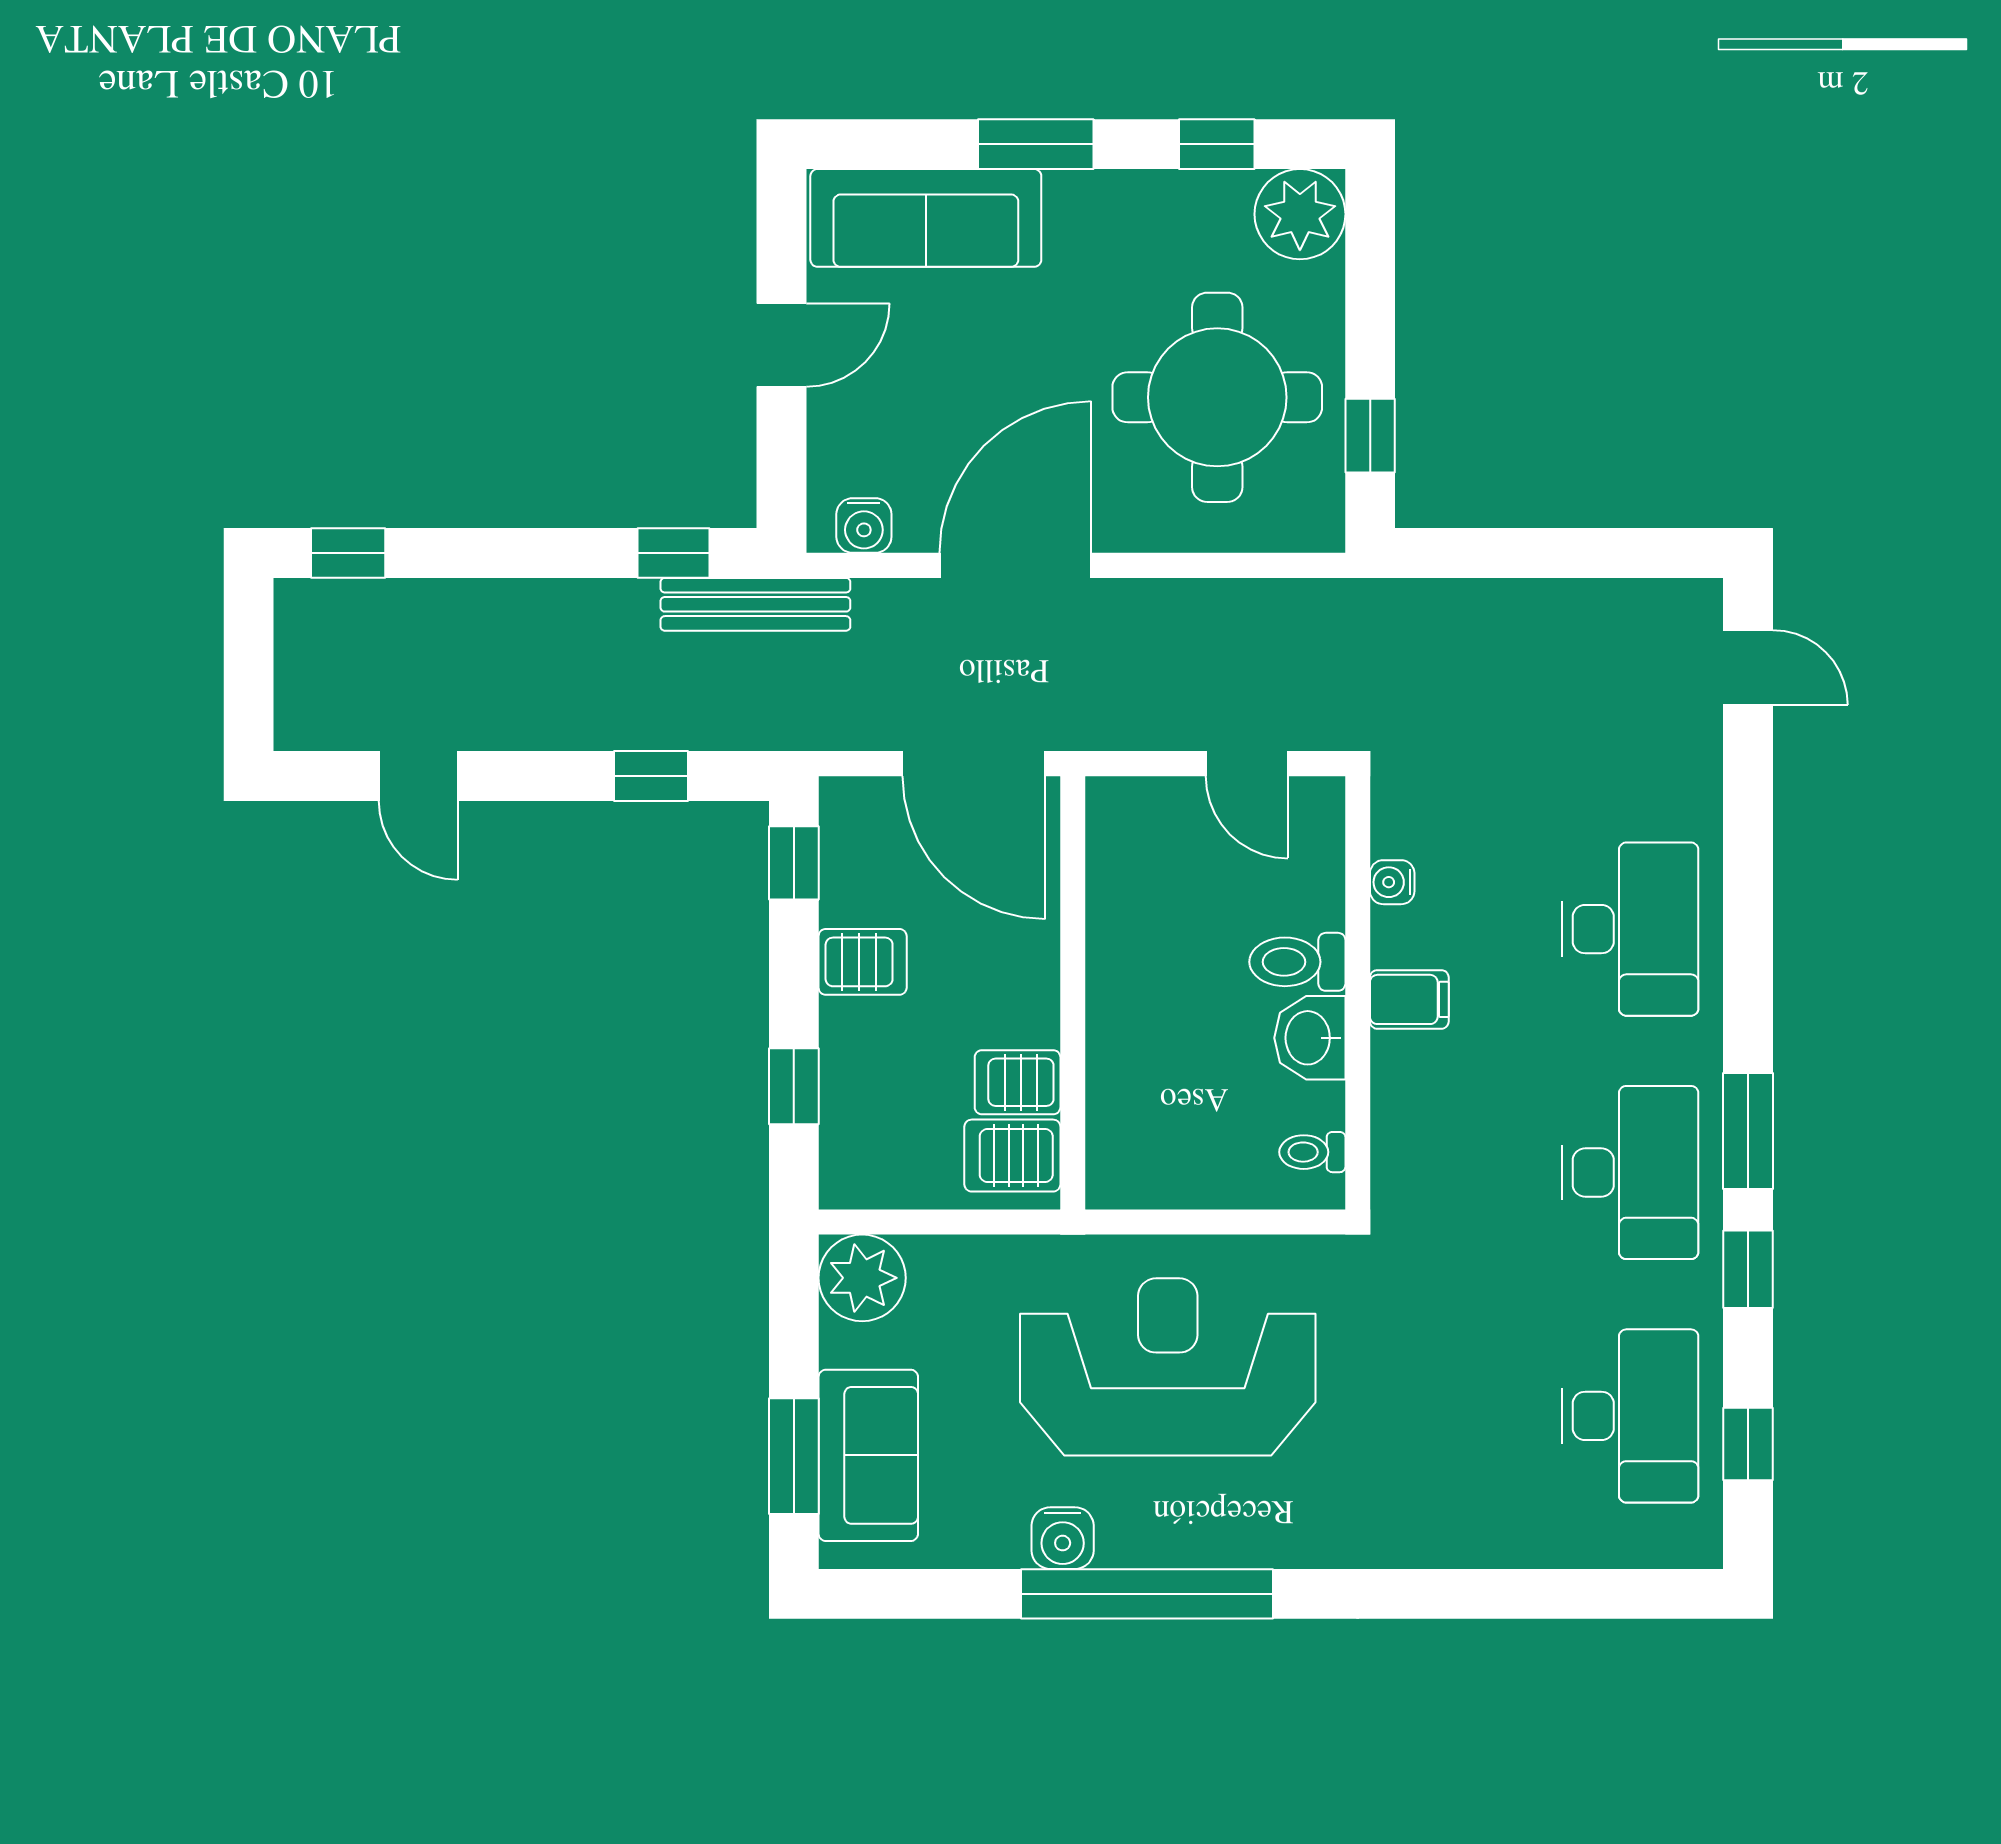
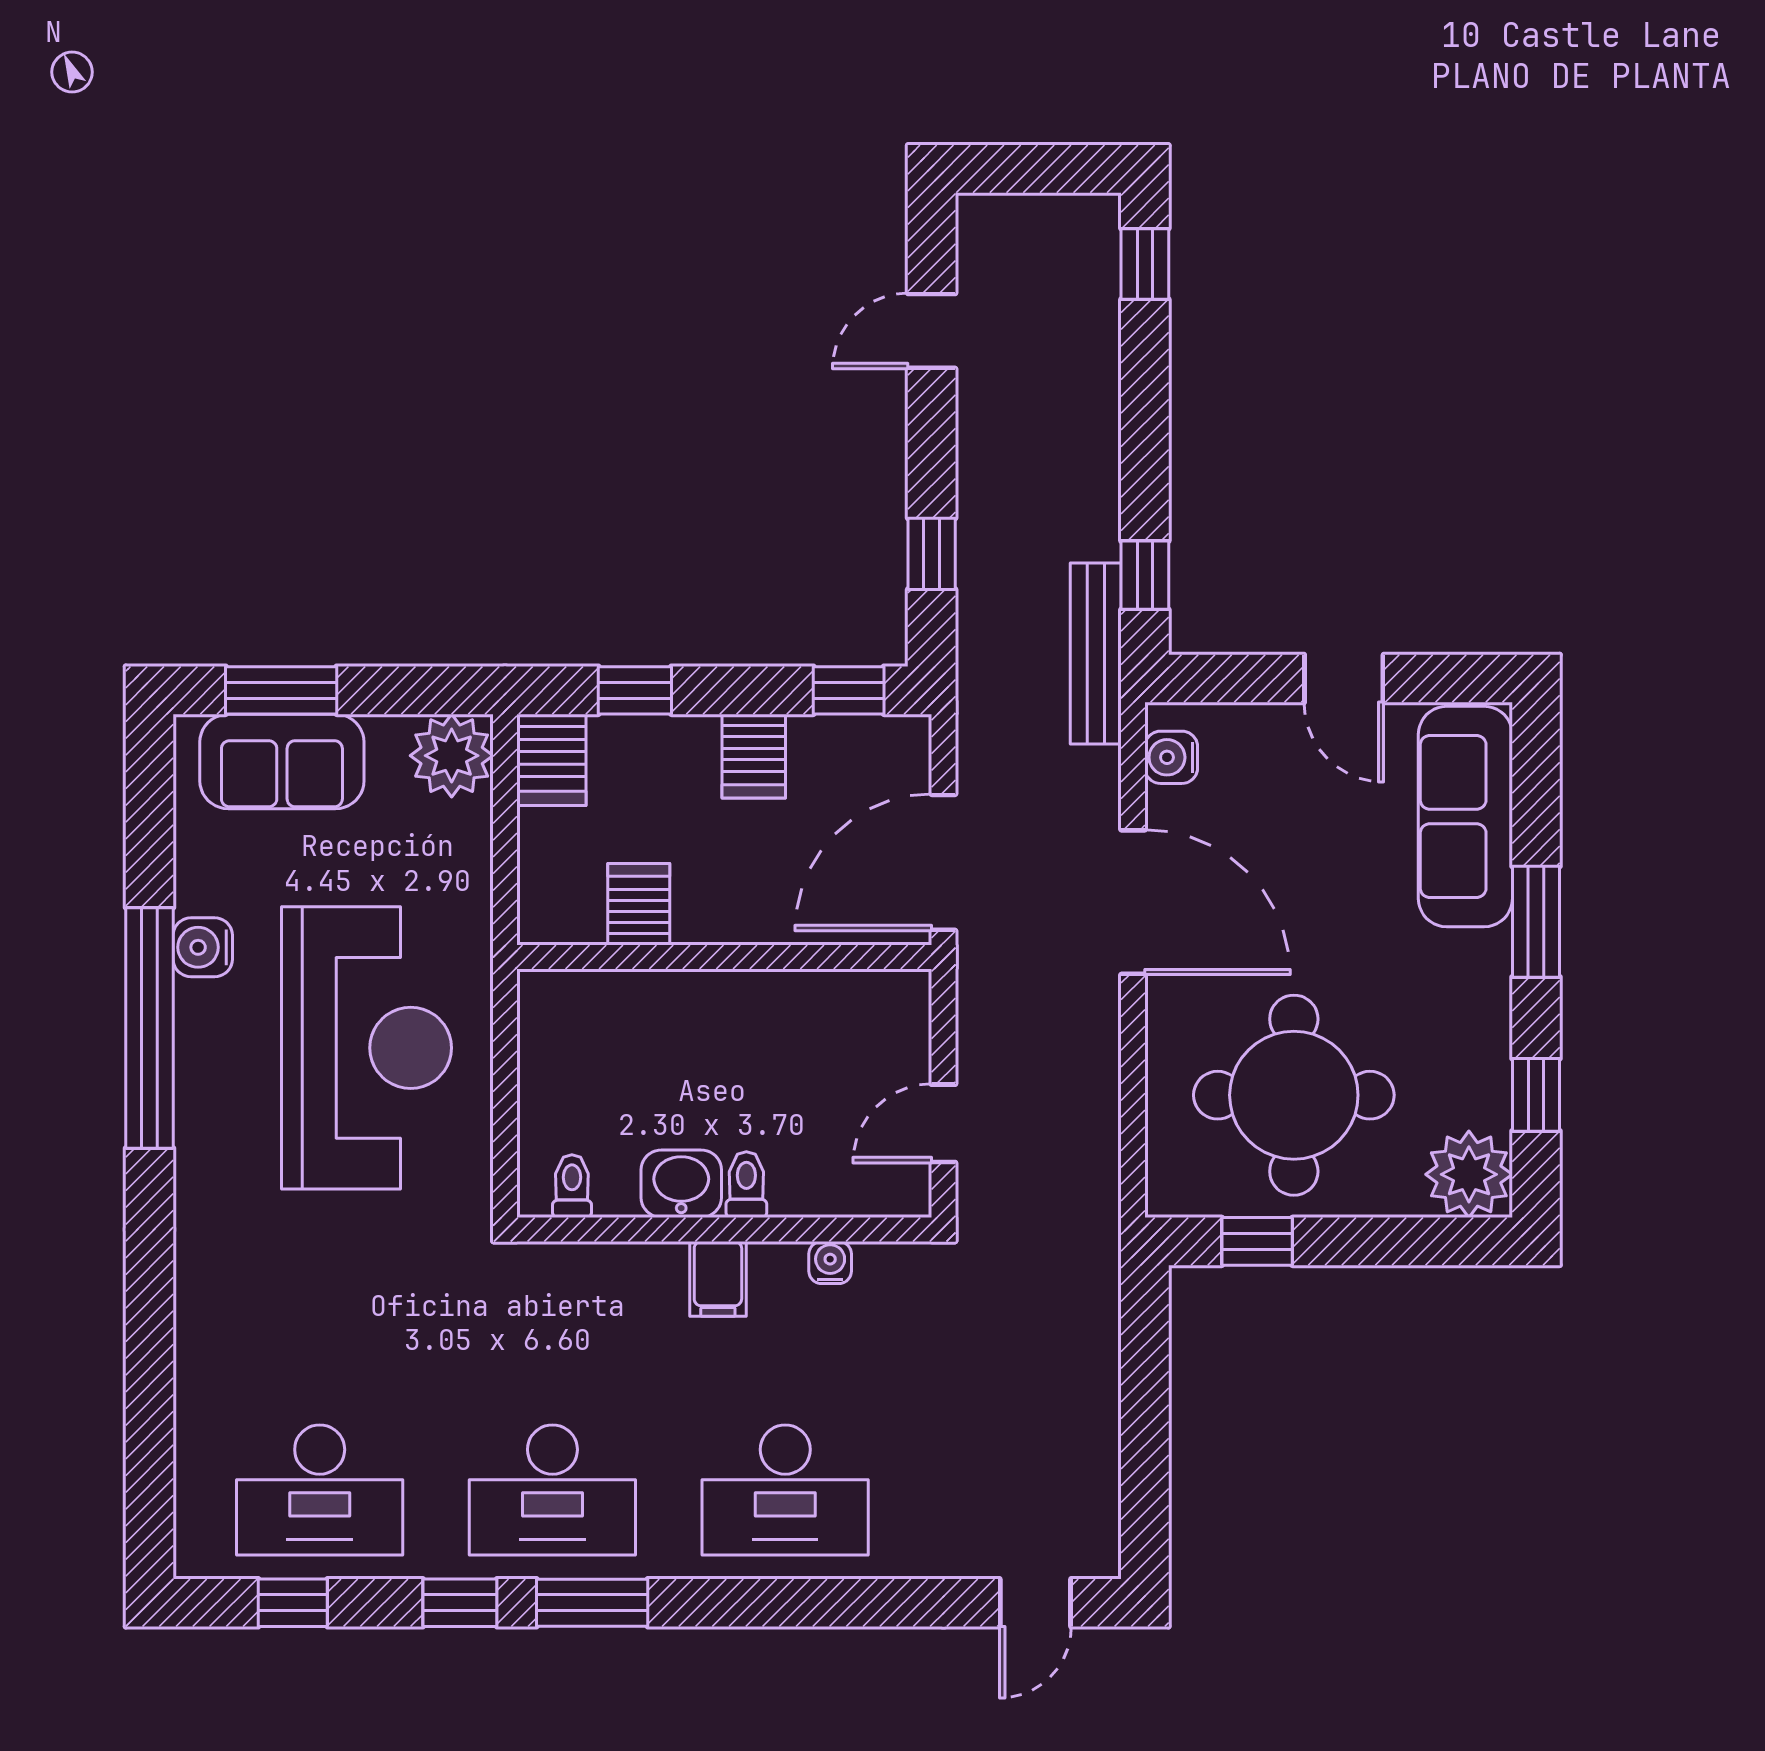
toilet: (1297, 962) -> (746, 1185), width x0.73, depth x0.72
server rack: (1012, 1156) -> (551, 760), moved, turned 180

